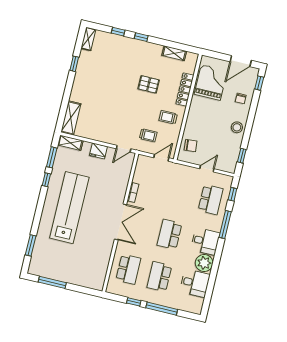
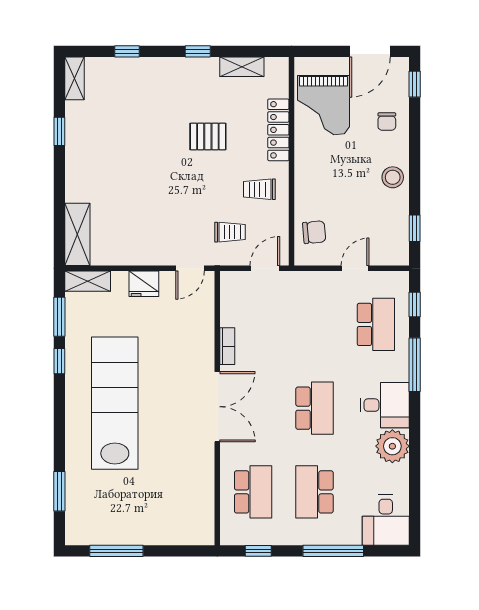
window: (141, 37) -> (198, 51), moved
grand piano: (211, 83) -> (323, 105), turned 180
school desk: (169, 234) -> (315, 408), turned 180
desk: (195, 283) -> (386, 520), moved, turned 90
window: (134, 302) -> (258, 551), moved

